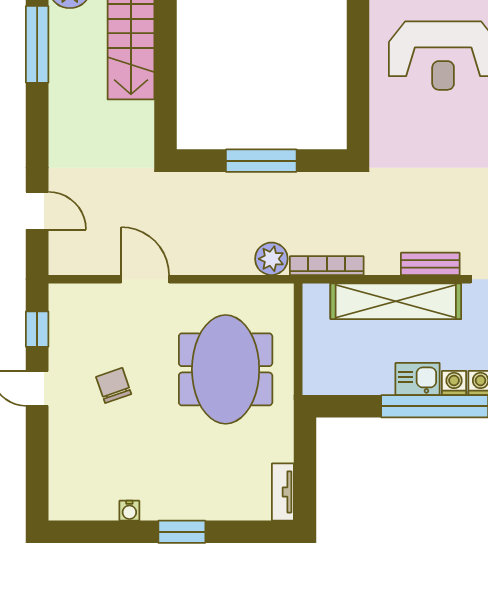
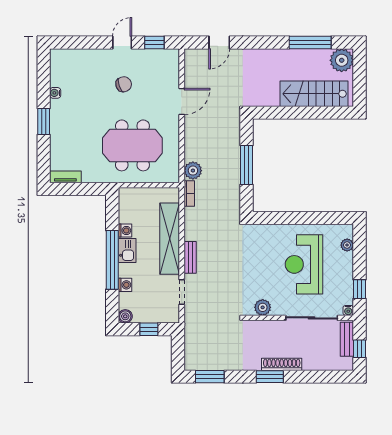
bookcase: (327, 266) -> (189, 194), width x0.64
washing machine: (454, 383) -> (125, 231), moved

